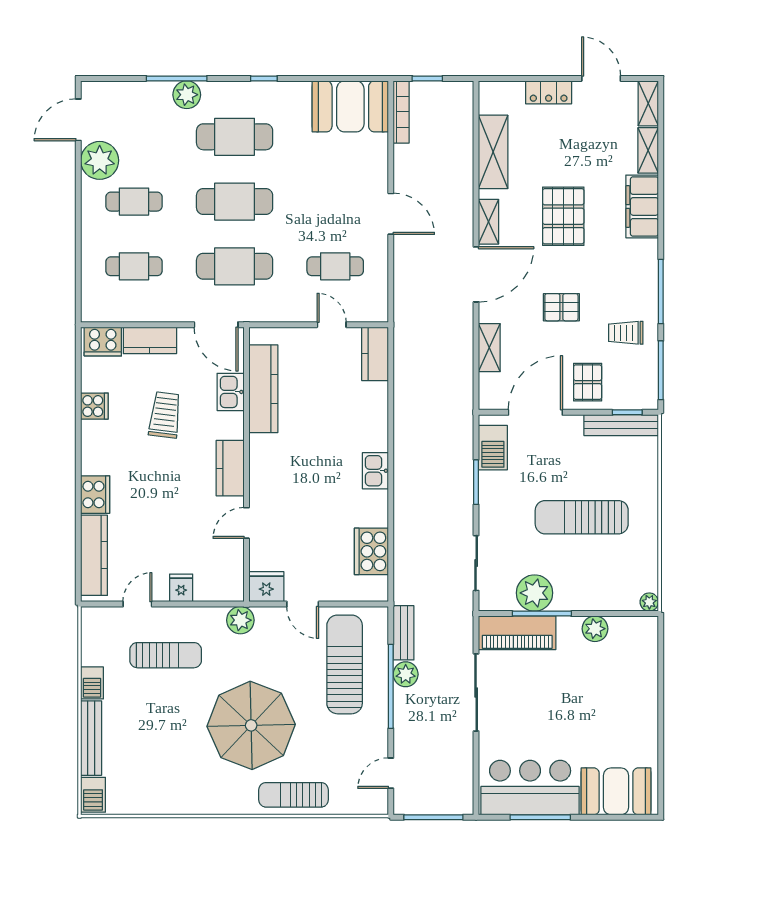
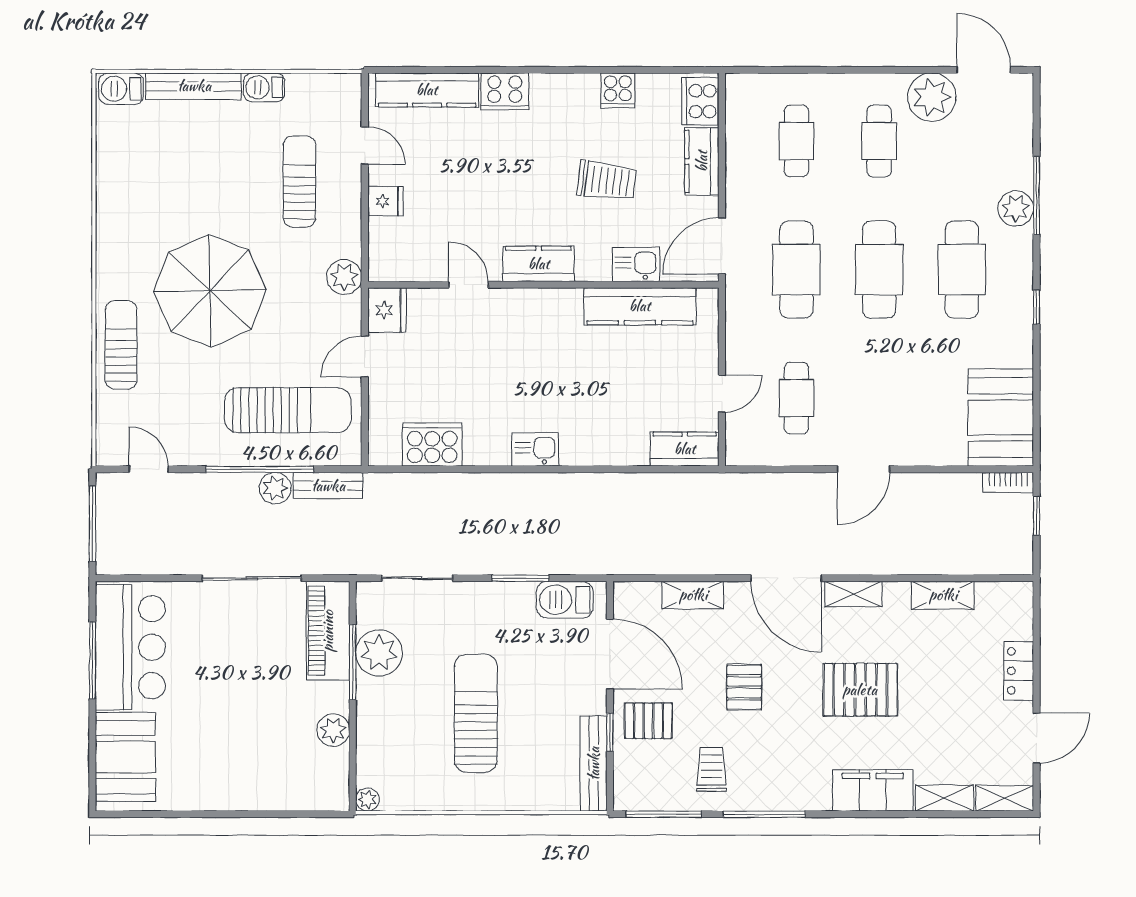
bookcase: (401, 112) -> (1008, 482), width x0.64
shelving: (493, 152) -> (943, 595), width x0.67, depth x0.75
window: (627, 412) -> (610, 732), moved
sun lounger: (166, 655) -> (299, 181), turned 180

